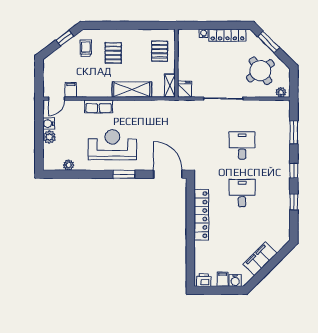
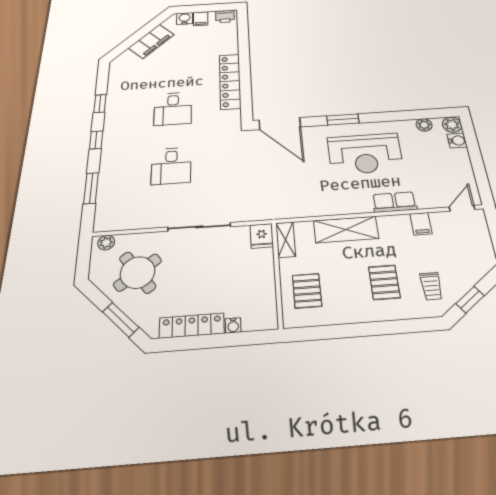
filing cabinet: (71, 90) -> (421, 224), moved
water cooler: (49, 124) -> (457, 141), moved
plant: (49, 137) -> (452, 125), moved

